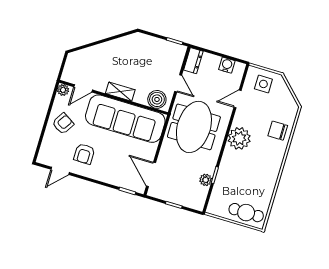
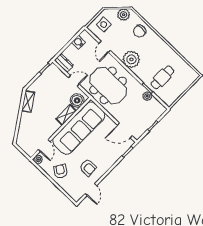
shelving: (125, 42) -> (28, 102), added
shelving: (120, 92) -> (66, 115), moved
plant: (287, 101) -> (124, 15), added
cafe table: (246, 213) -> (162, 77), moved

